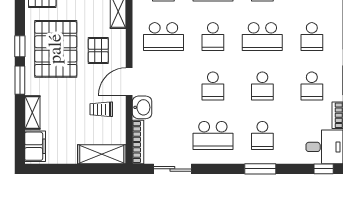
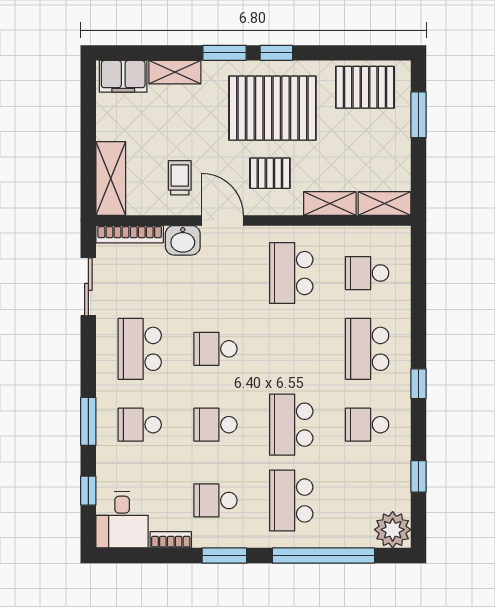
school desk: (213, 37) -> (291, 349), removed
school desk: (312, 37) -> (291, 500), width x1.85
window: (324, 169) -> (88, 491), moved

